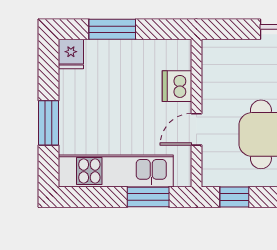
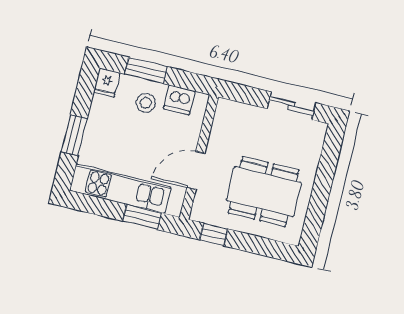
stool: (121, 66) -> (146, 103), added
dishwasher: (177, 86) -> (179, 100), moved, turned -90
door: (196, 129) -> (196, 170), width x1.38

